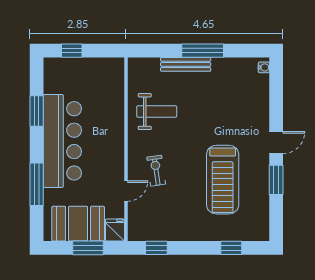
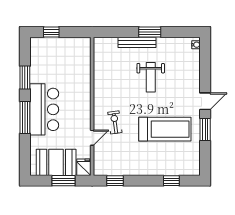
window: (203, 51) -> (150, 32), width x0.69
weight bench: (157, 112) -> (151, 77), moved, turned 90
bar counter: (62, 141) -> (44, 109), width x0.73
treadmill: (223, 180) -> (165, 129), turned -90
window: (37, 184) -> (25, 117), moved

